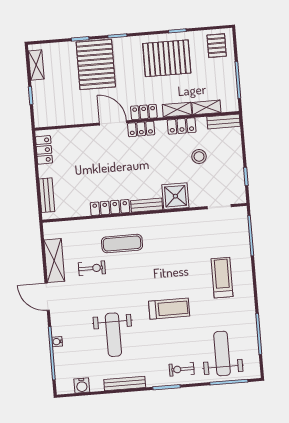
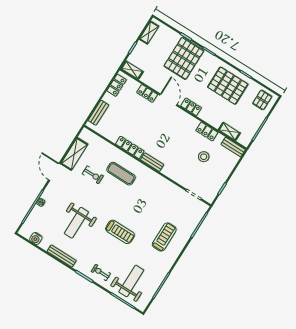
shelving: (177, 110) -> (132, 70), moved
locker: (141, 129) -> (147, 93), moved
shower: (175, 196) -> (173, 169), removed

